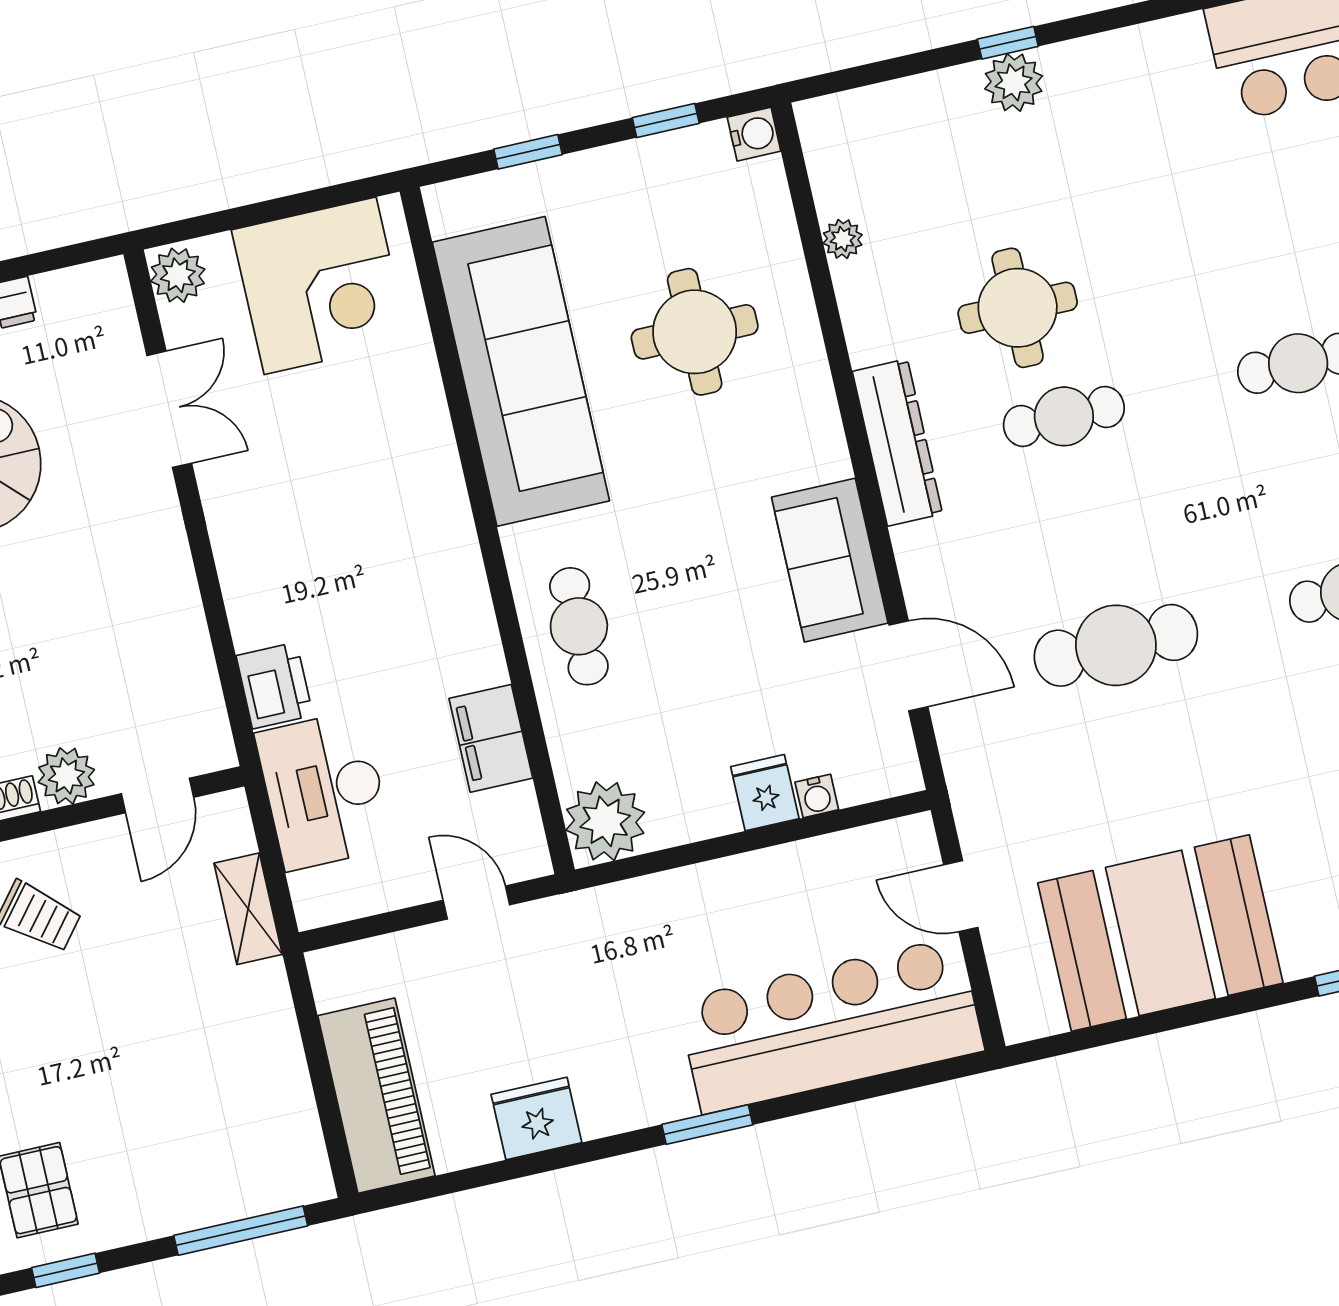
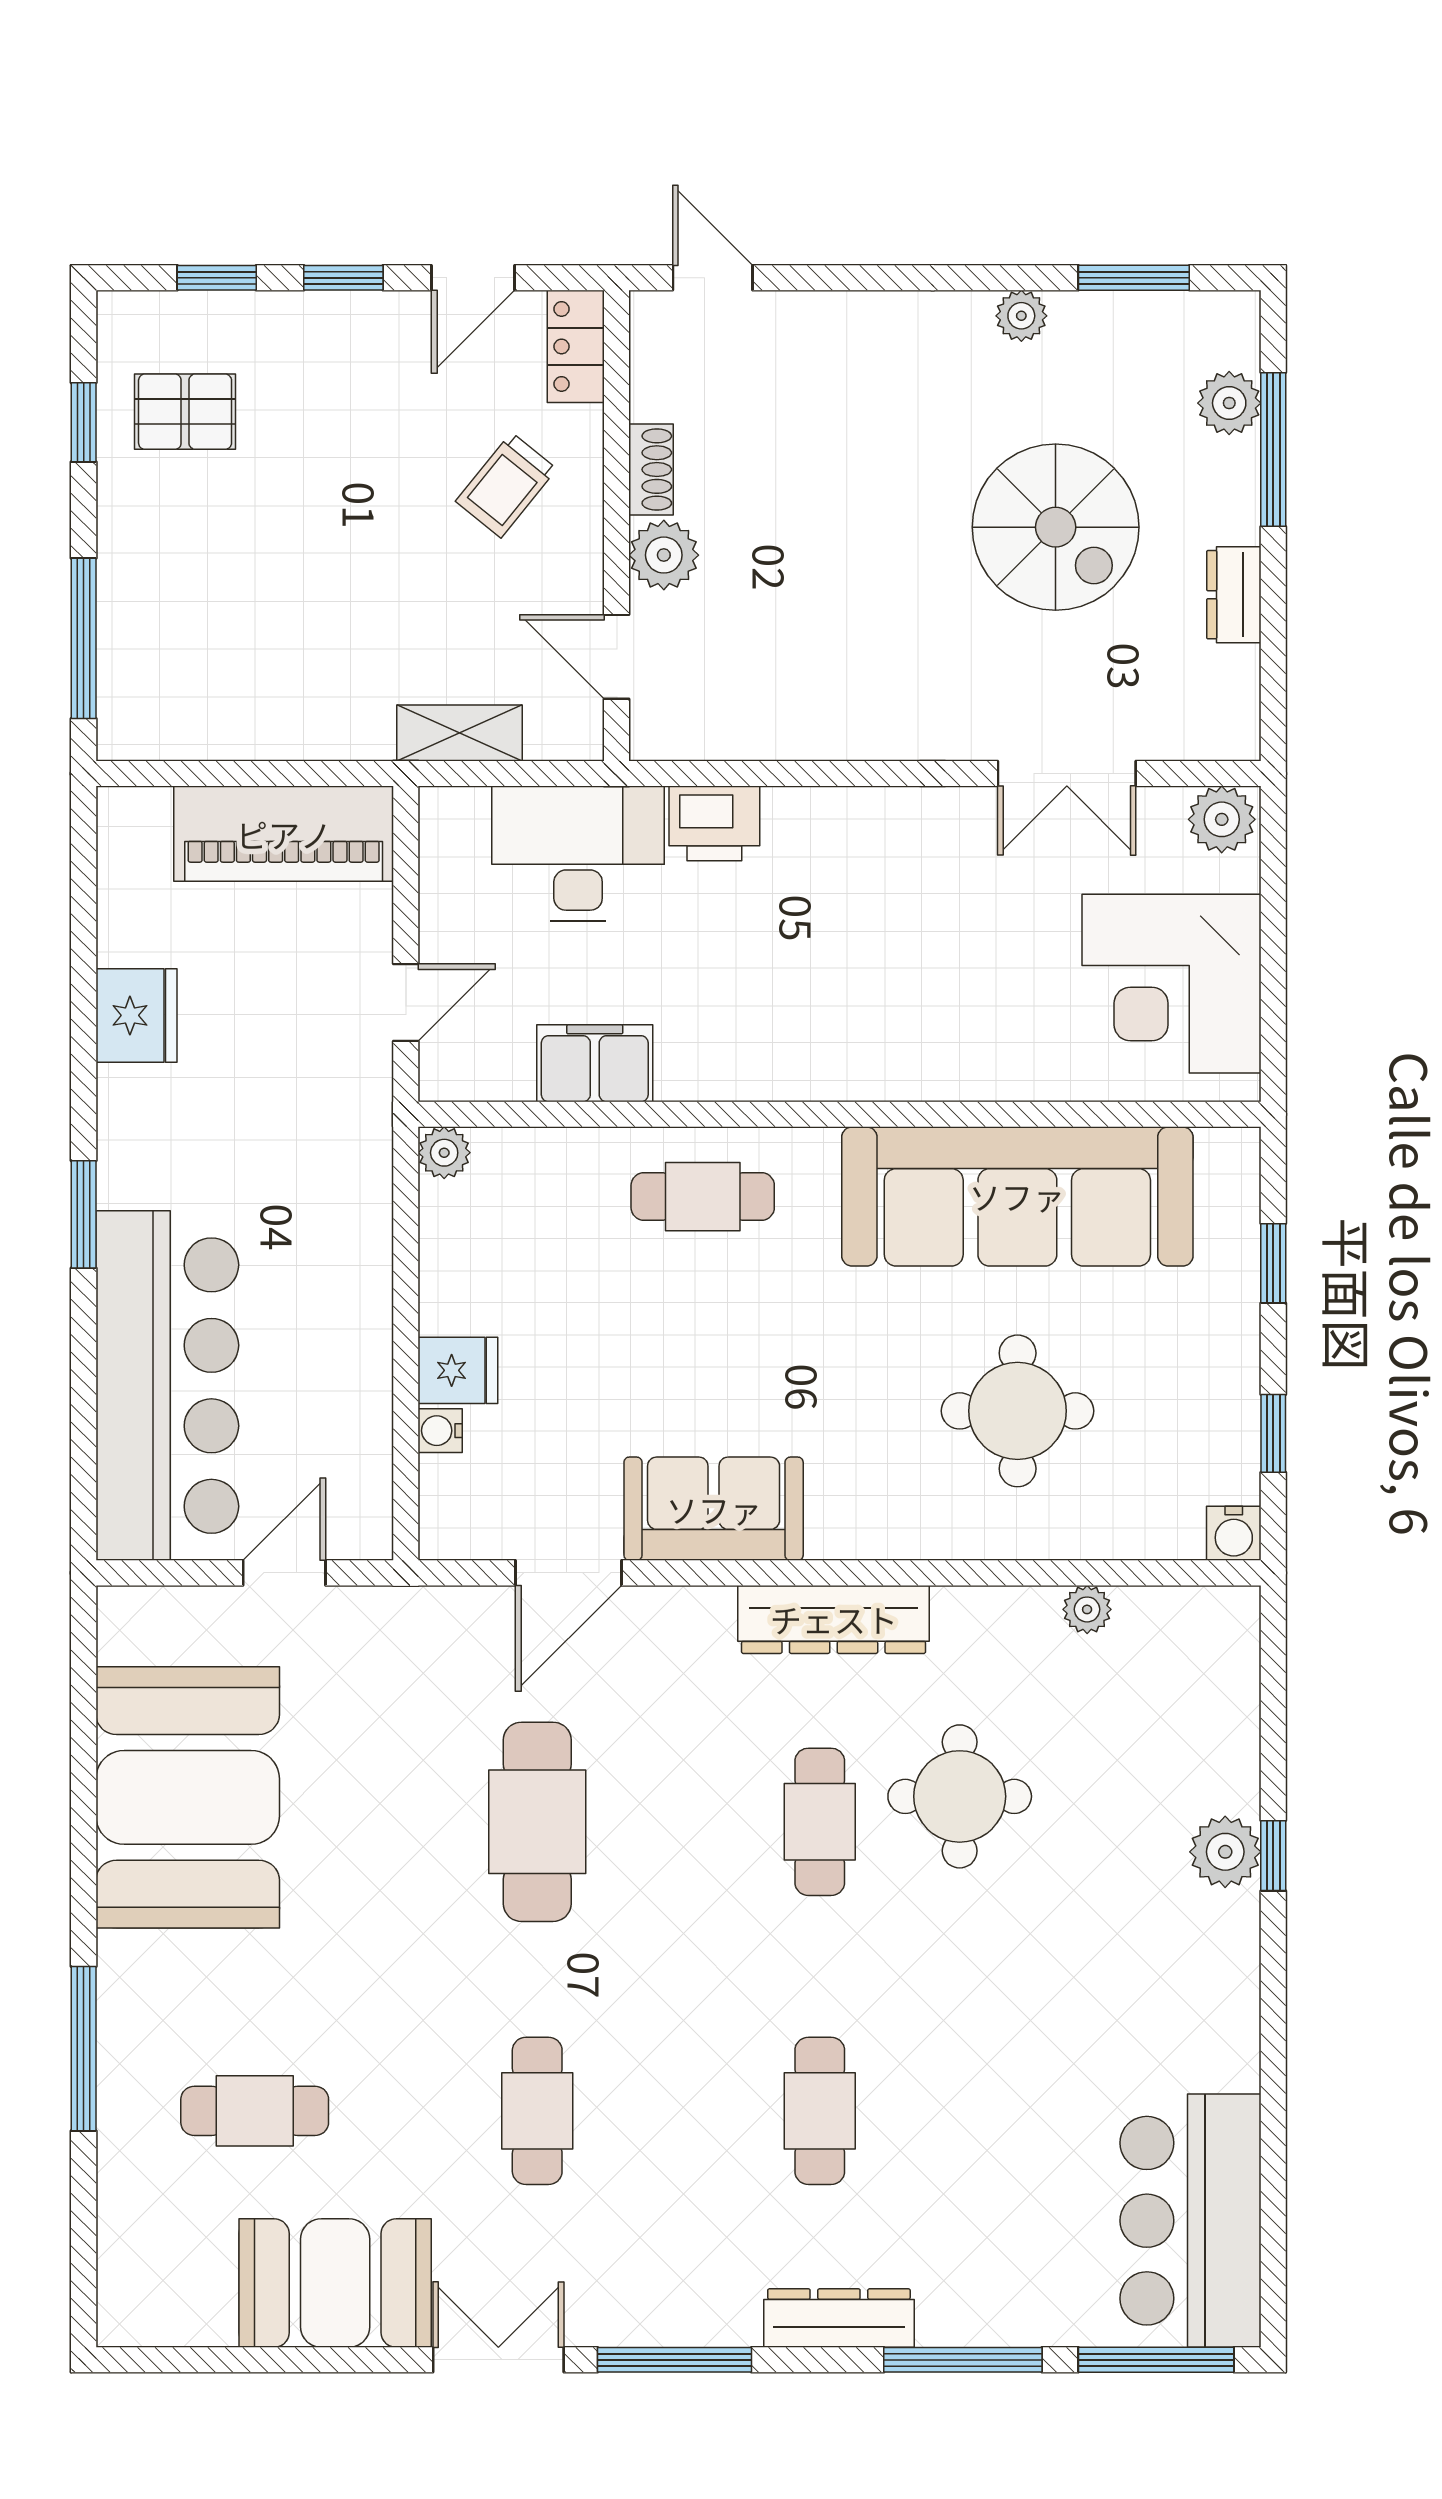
plant: (605, 821) -> (444, 1153), width x0.53, depth x0.53
piano: (376, 1096) -> (284, 834), moved

